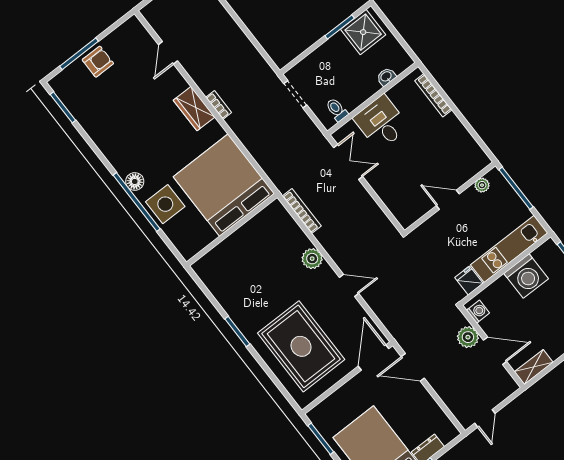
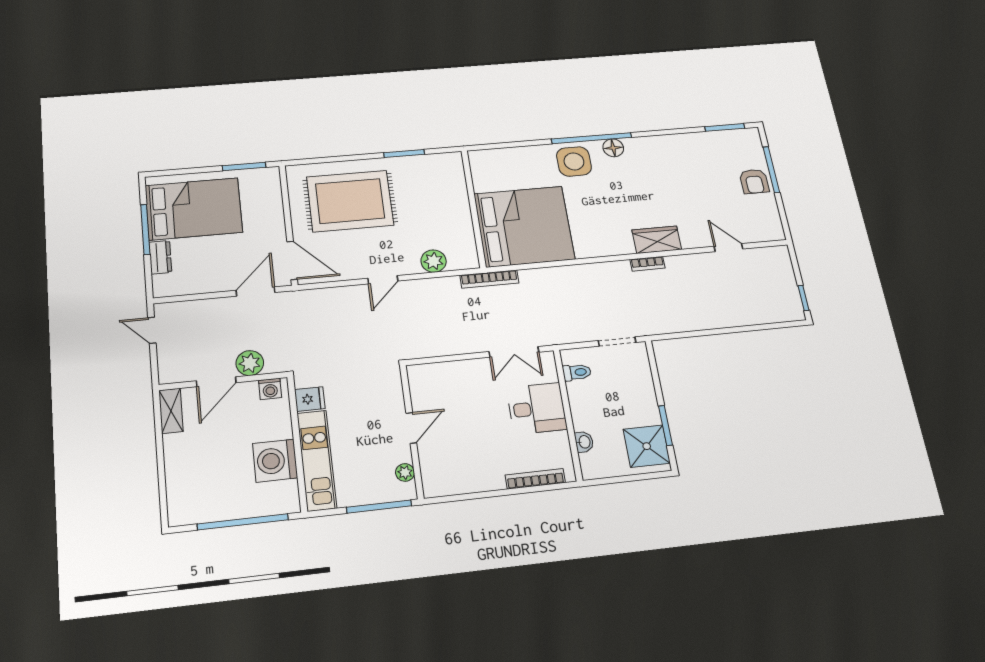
bed: (224, 185) -> (524, 226), moved
wall: (232, 230) -> (473, 208), moved

